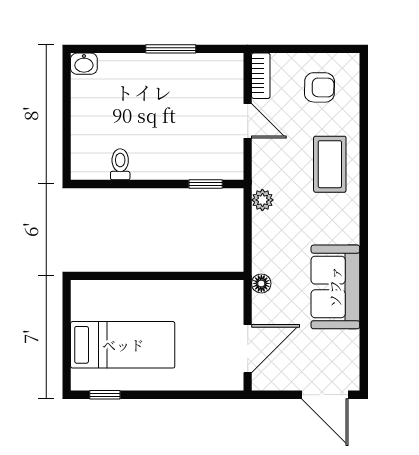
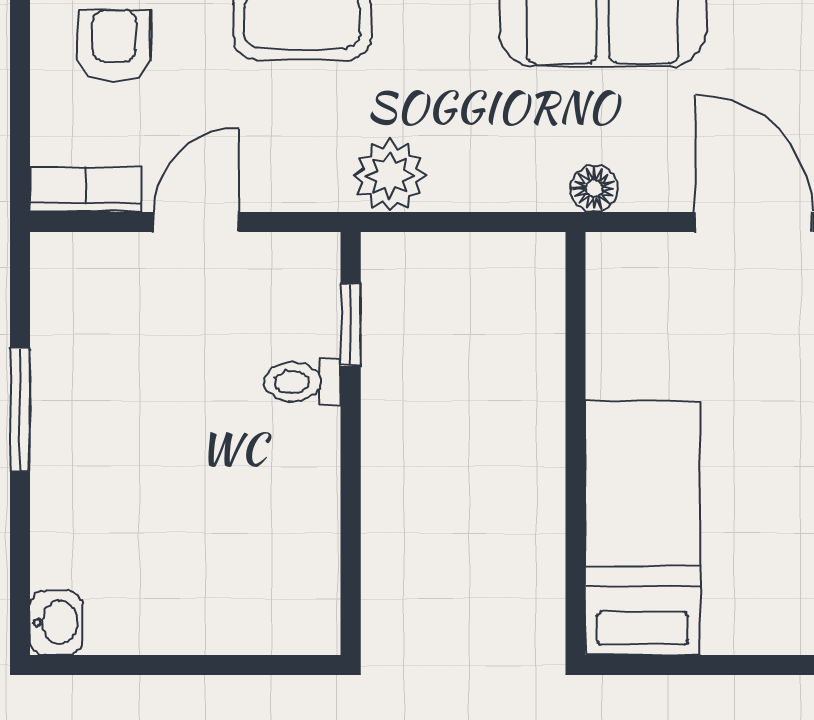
toilet: (120, 164) -> (302, 382), moved
plant: (262, 200) -> (390, 176), width x1.38, depth x1.38
bed: (123, 345) -> (643, 528), moved

